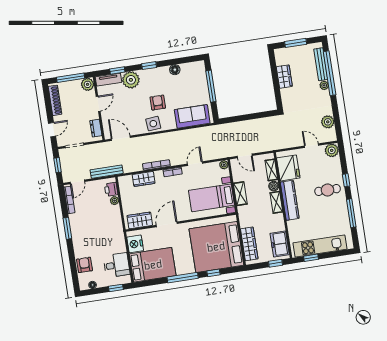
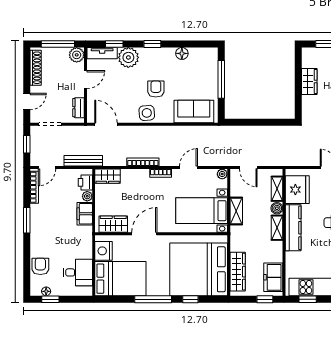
wardrobe: (144, 179) -> (108, 176), moved
filing cabinet: (115, 215) -> (85, 214), added
window: (116, 288) -> (50, 299), moved

